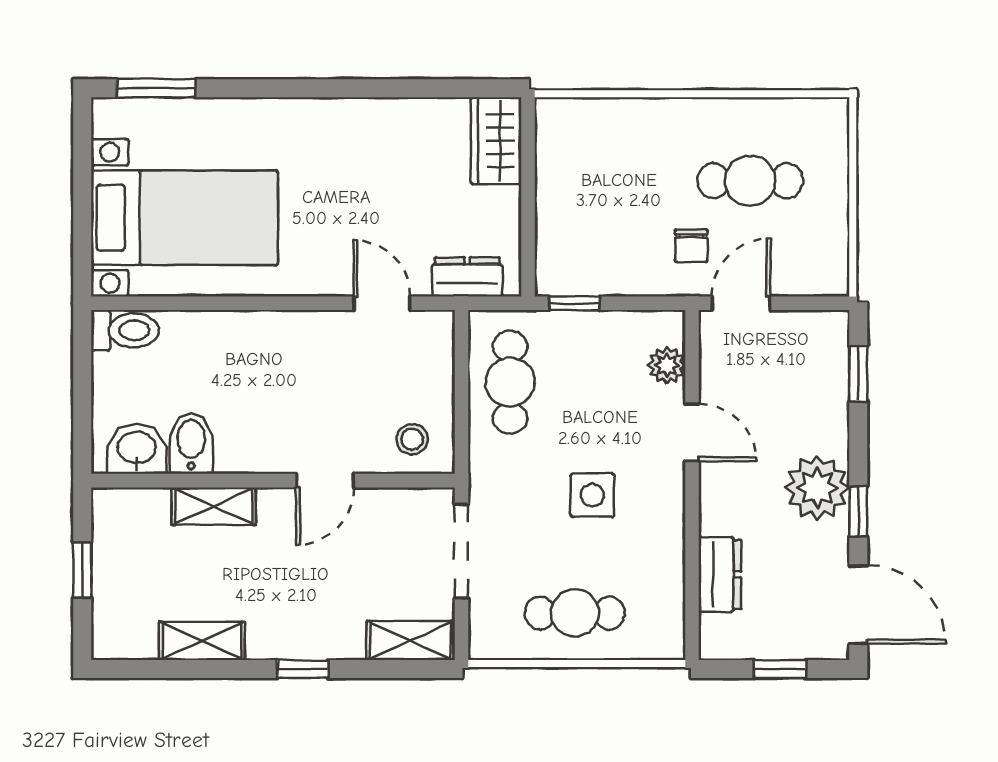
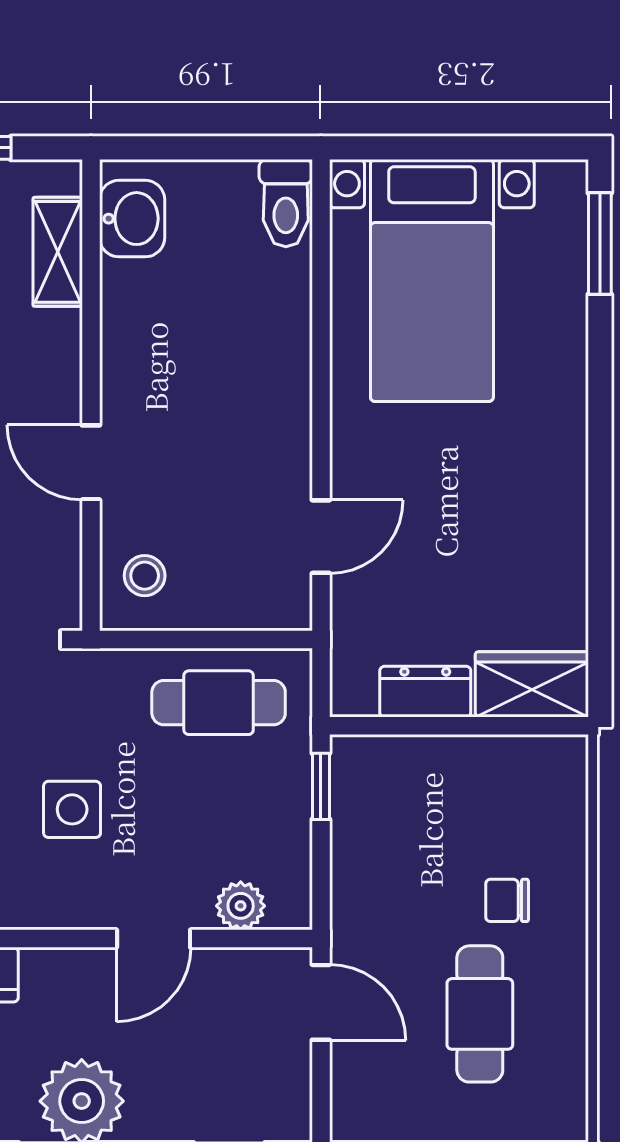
chair: (691, 246) -> (507, 900), moved
dresser: (467, 277) -> (425, 692), moved, turned -90
bidet: (191, 443) -> (139, 289), removed
shelving: (214, 506) -> (58, 252), moved

